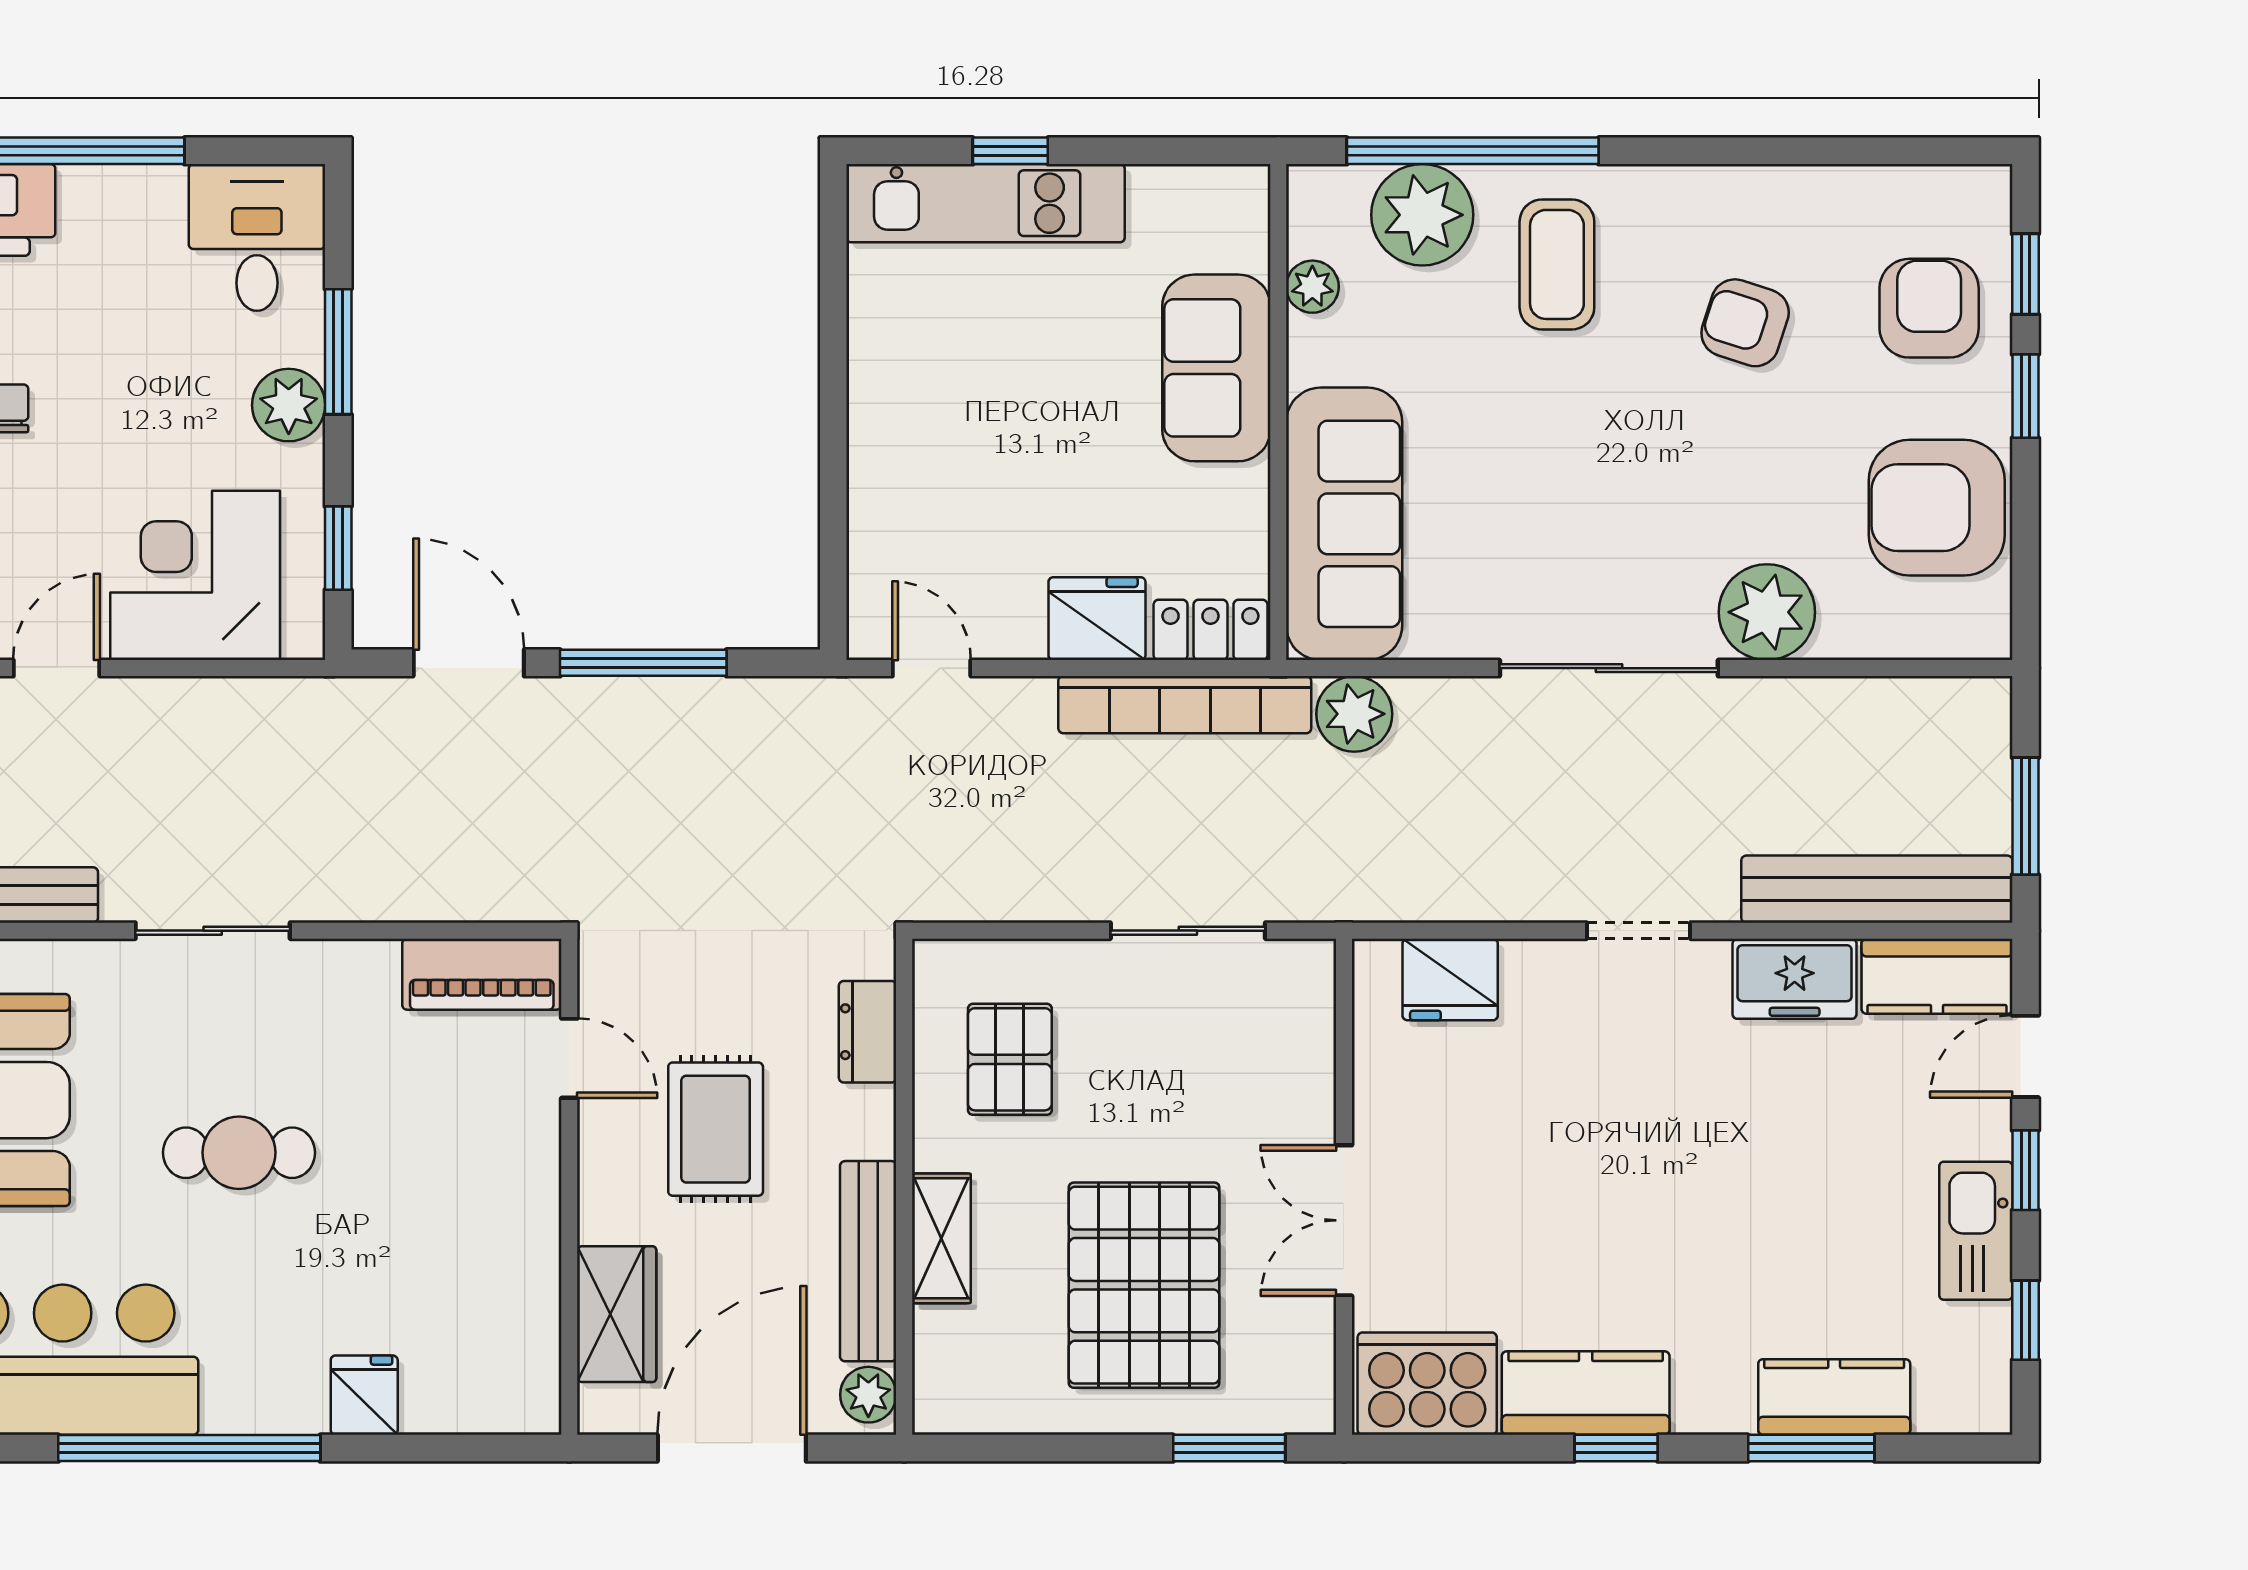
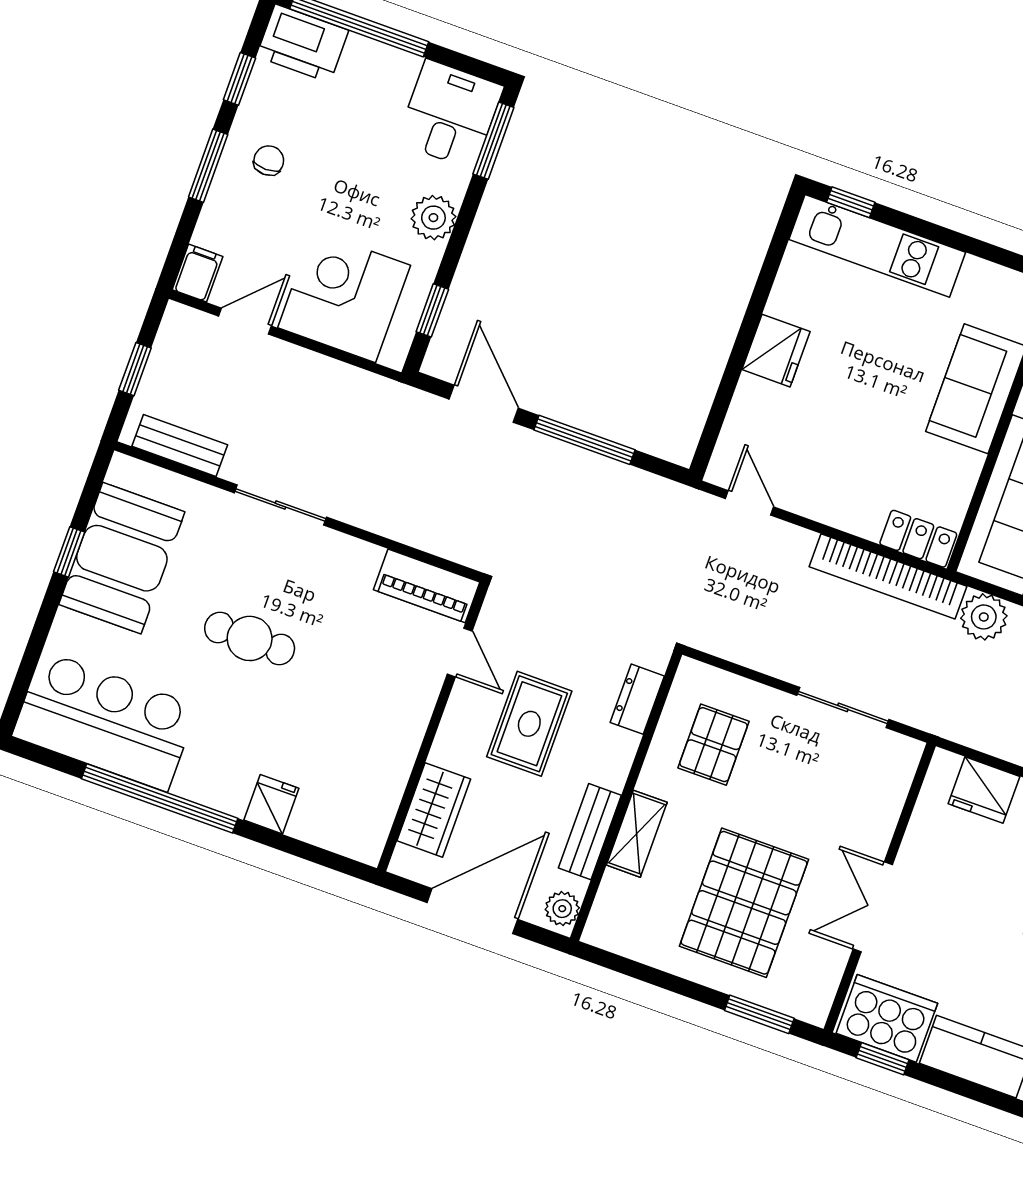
window: (1010, 151) -> (851, 202), moved
window: (338, 352) -> (493, 141), moved
fridge: (1097, 619) -> (776, 351), moved, turned 90
bench: (868, 1261) -> (590, 832), width x0.73
window: (1616, 1448) -> (883, 1059), moved

